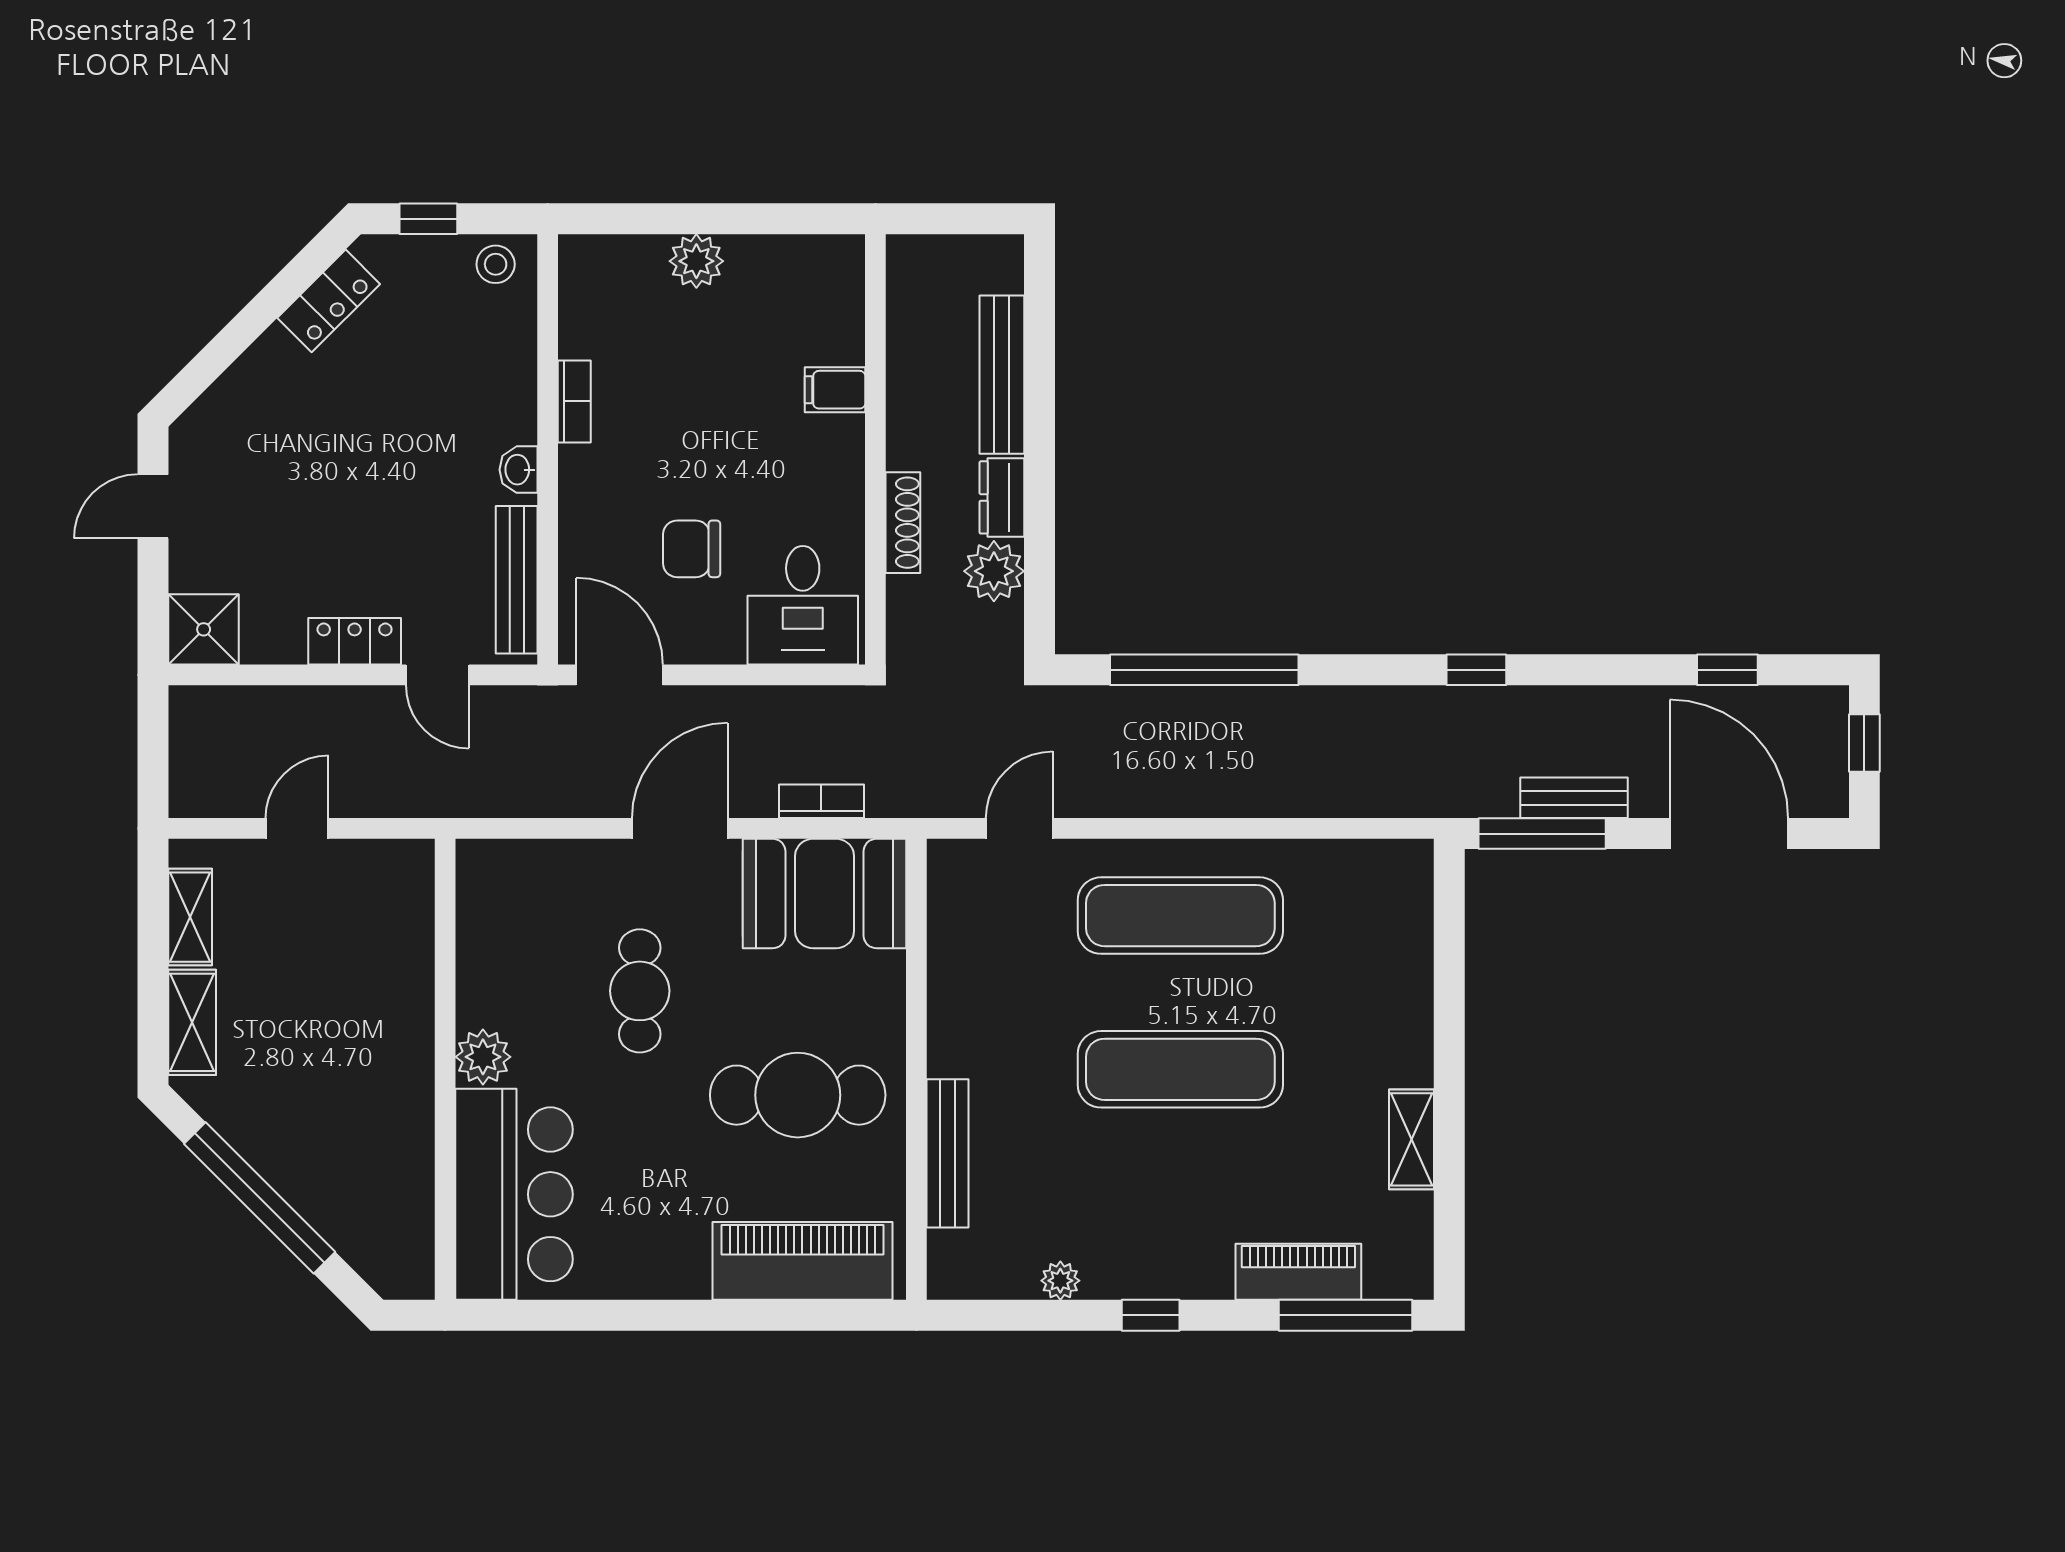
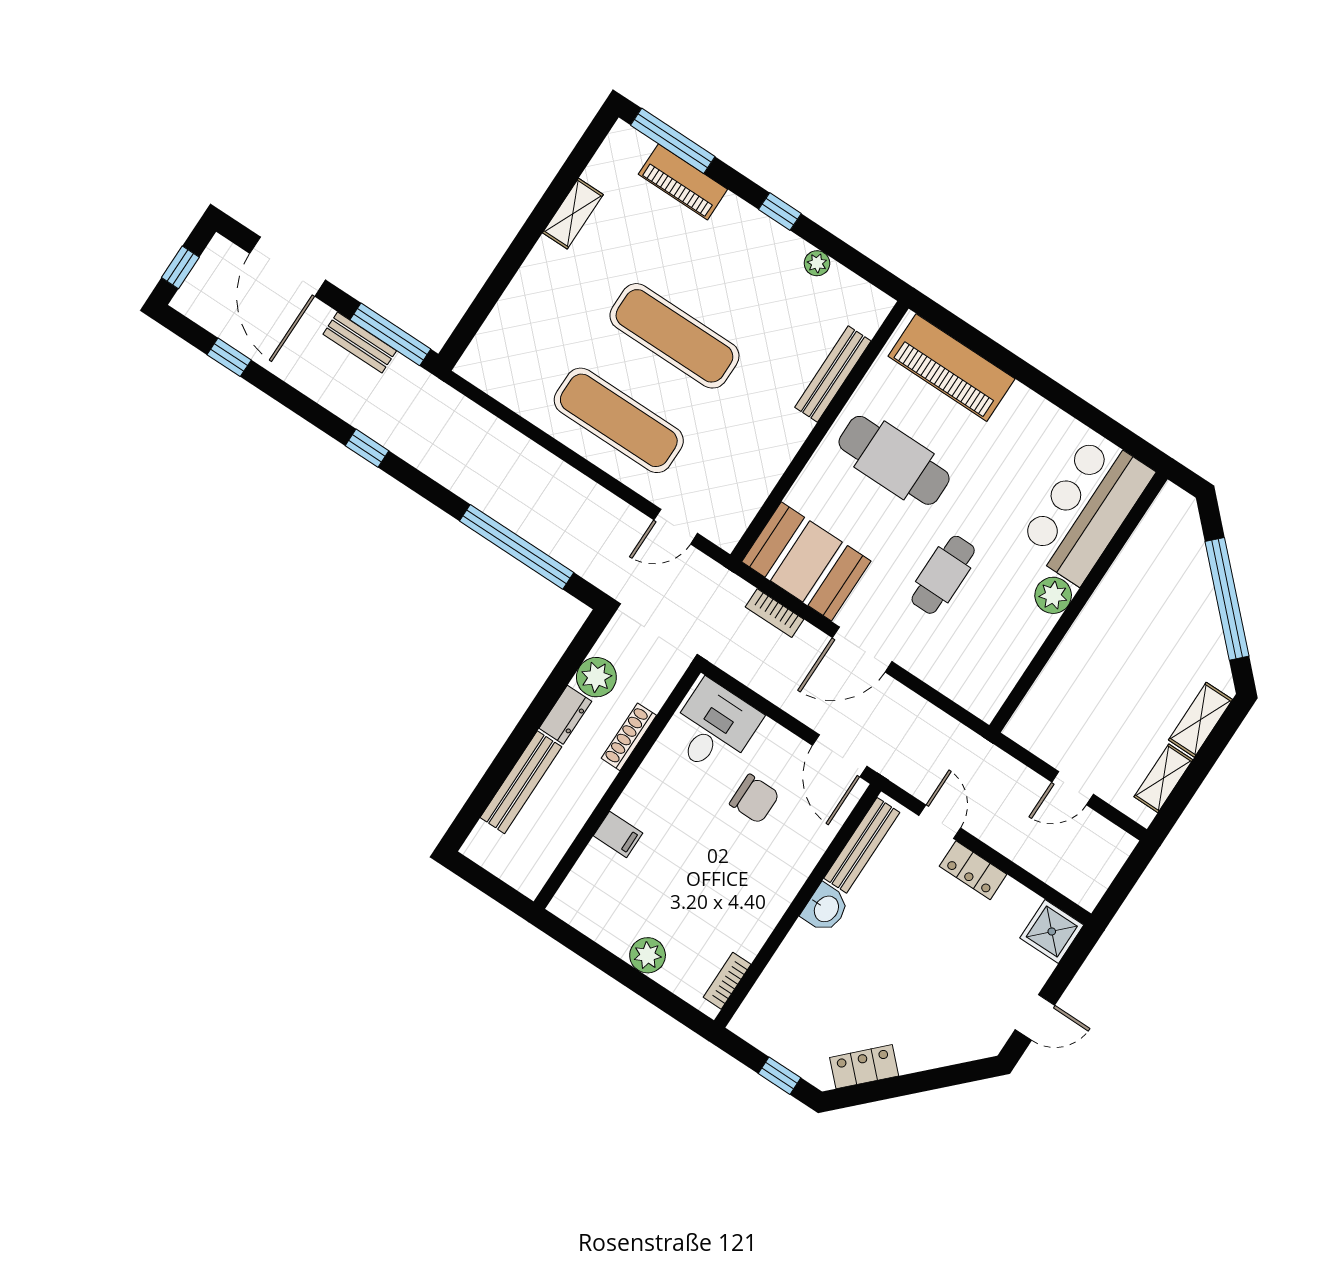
stool: (496, 264) -> (759, 1026), removed
bookcase: (574, 401) -> (727, 981), moved
washbasin: (518, 470) -> (826, 908), width x1.38, depth x1.45

